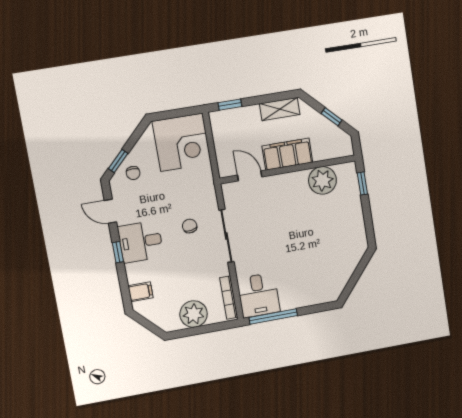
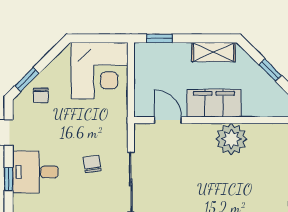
plant: (322, 180) -> (231, 139), moved

